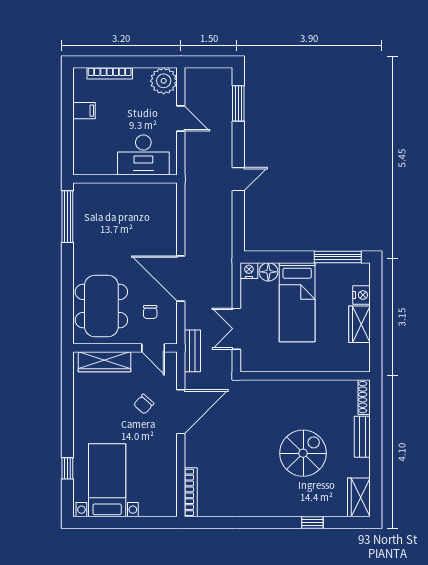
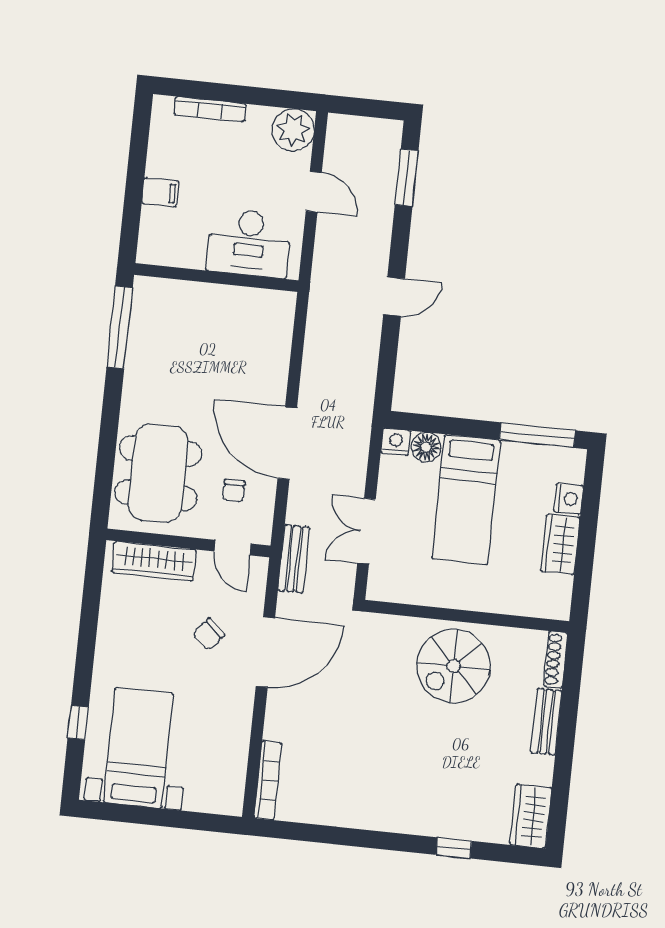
filing cabinet: (84, 111) -> (160, 192), moved
spiral stairs: (303, 453) -> (454, 666), moved, turned 180

